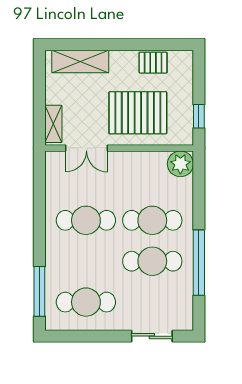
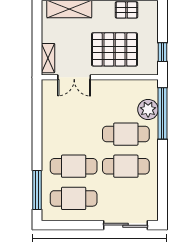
plant: (180, 164) -> (148, 110), moved
cafe table: (86, 220) -> (74, 166), moved
window: (199, 263) -> (163, 113), moved
sliding door: (152, 336) -> (126, 225), width x1.37

